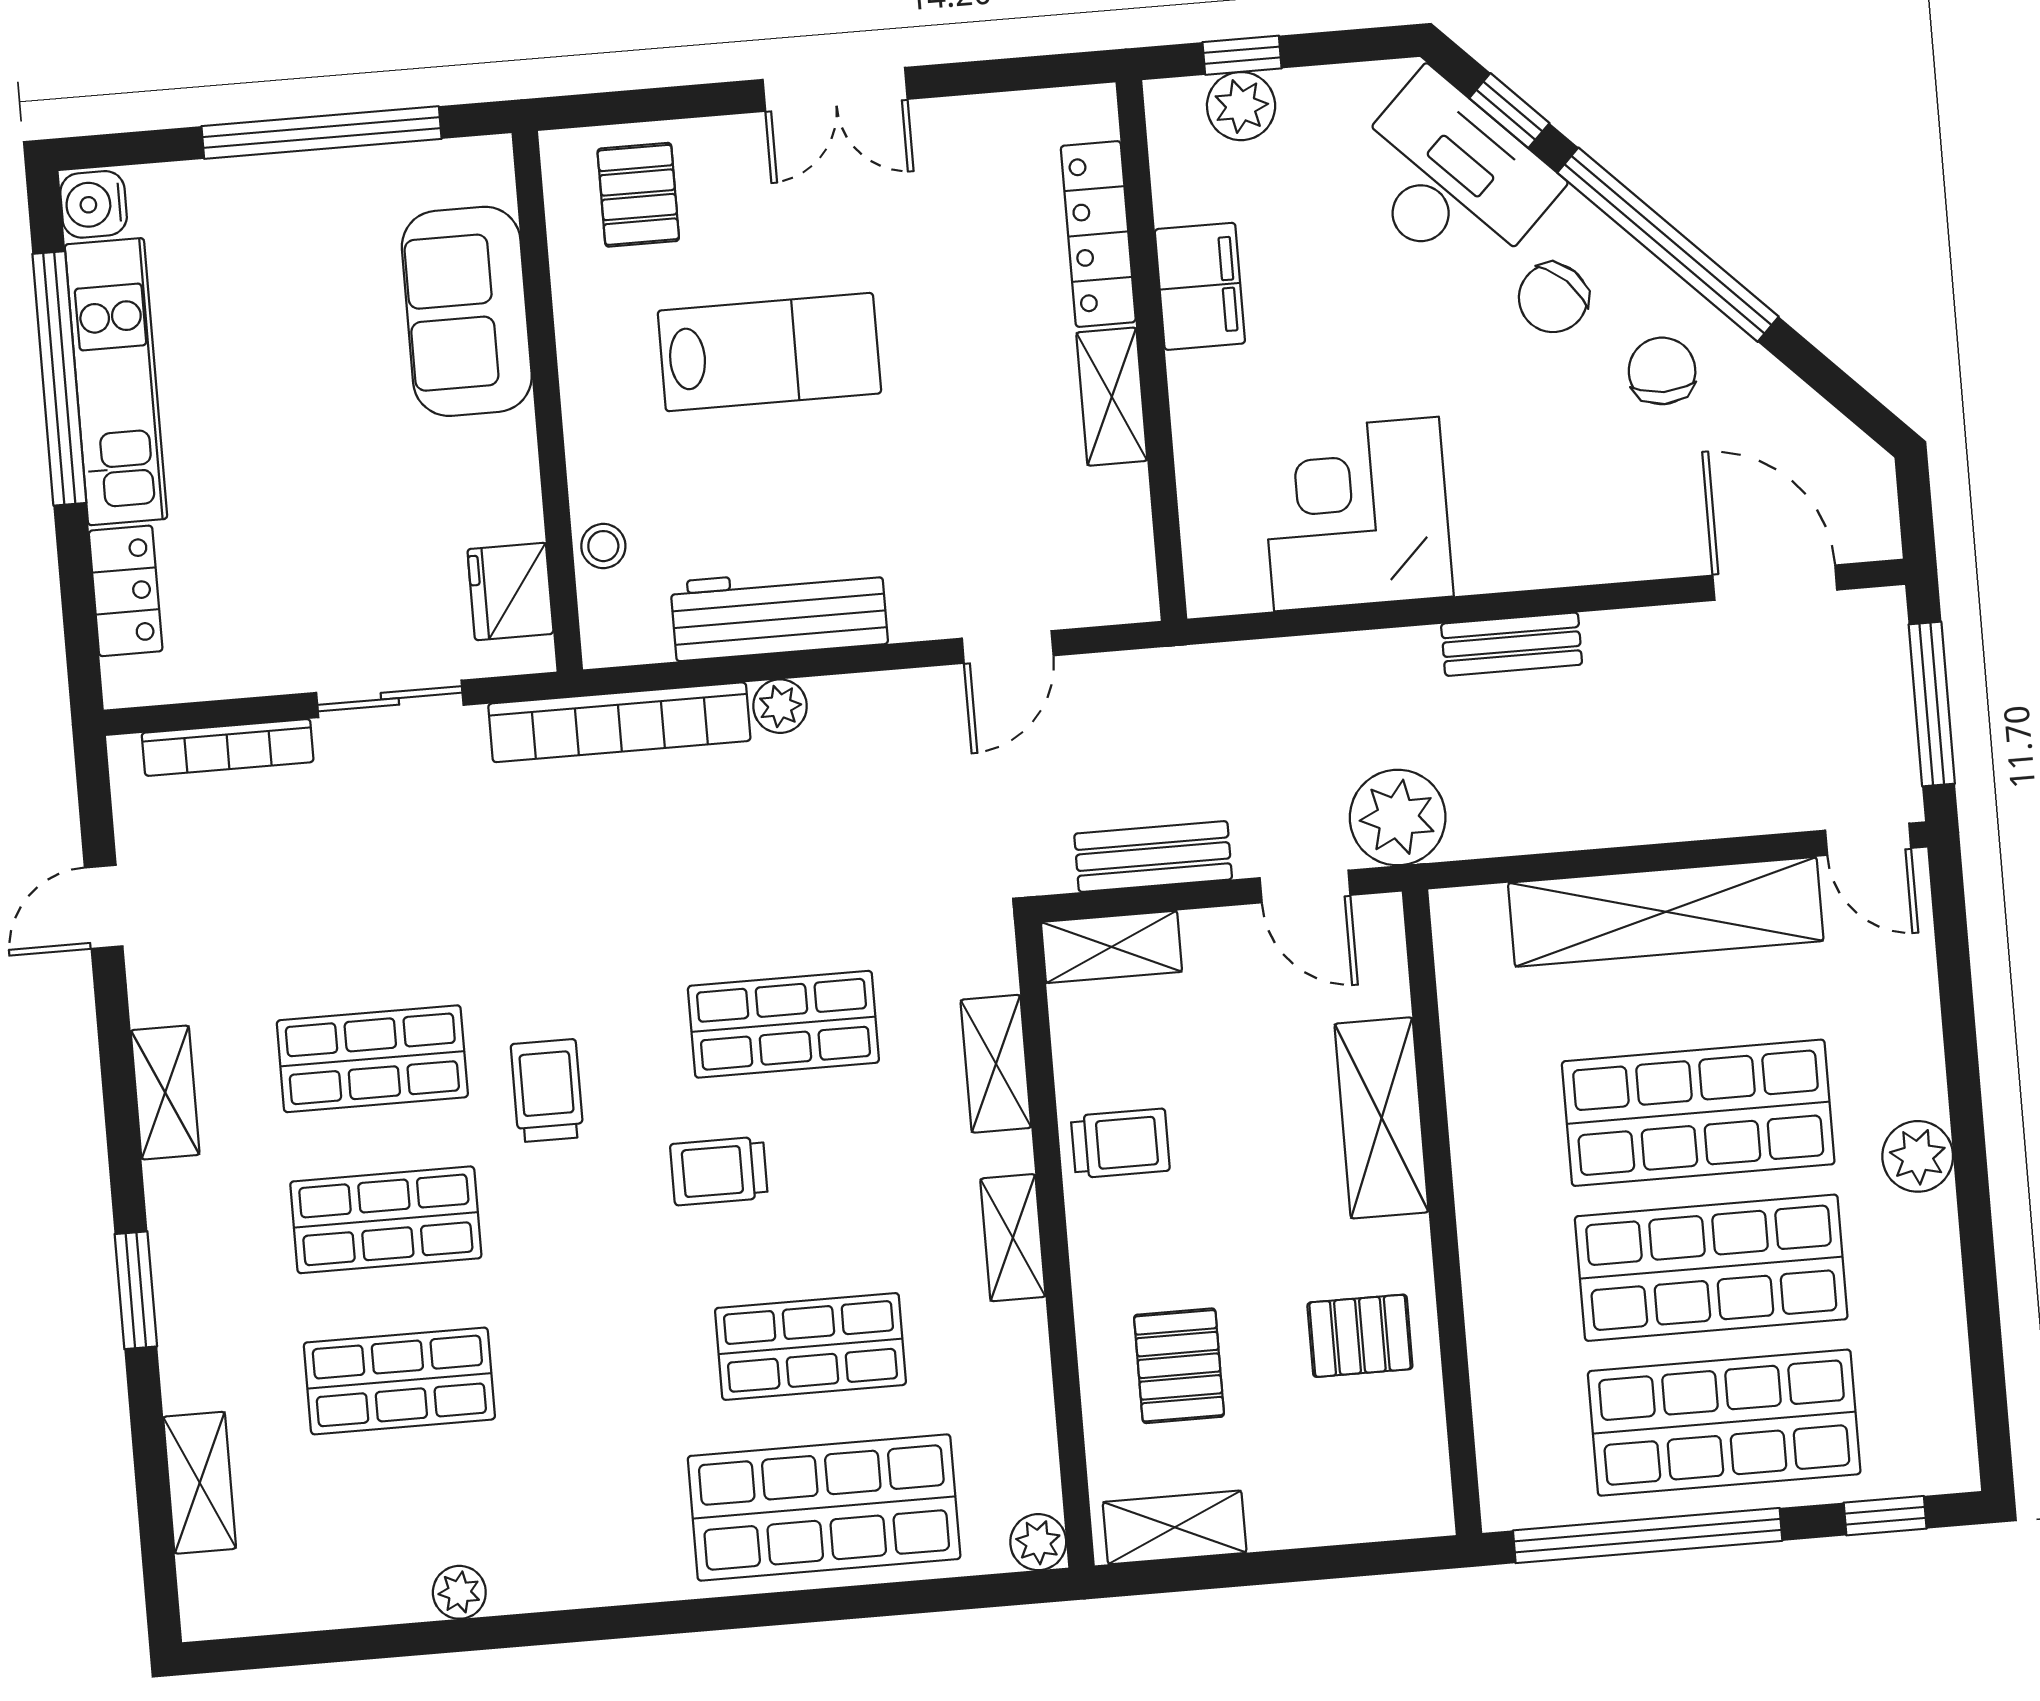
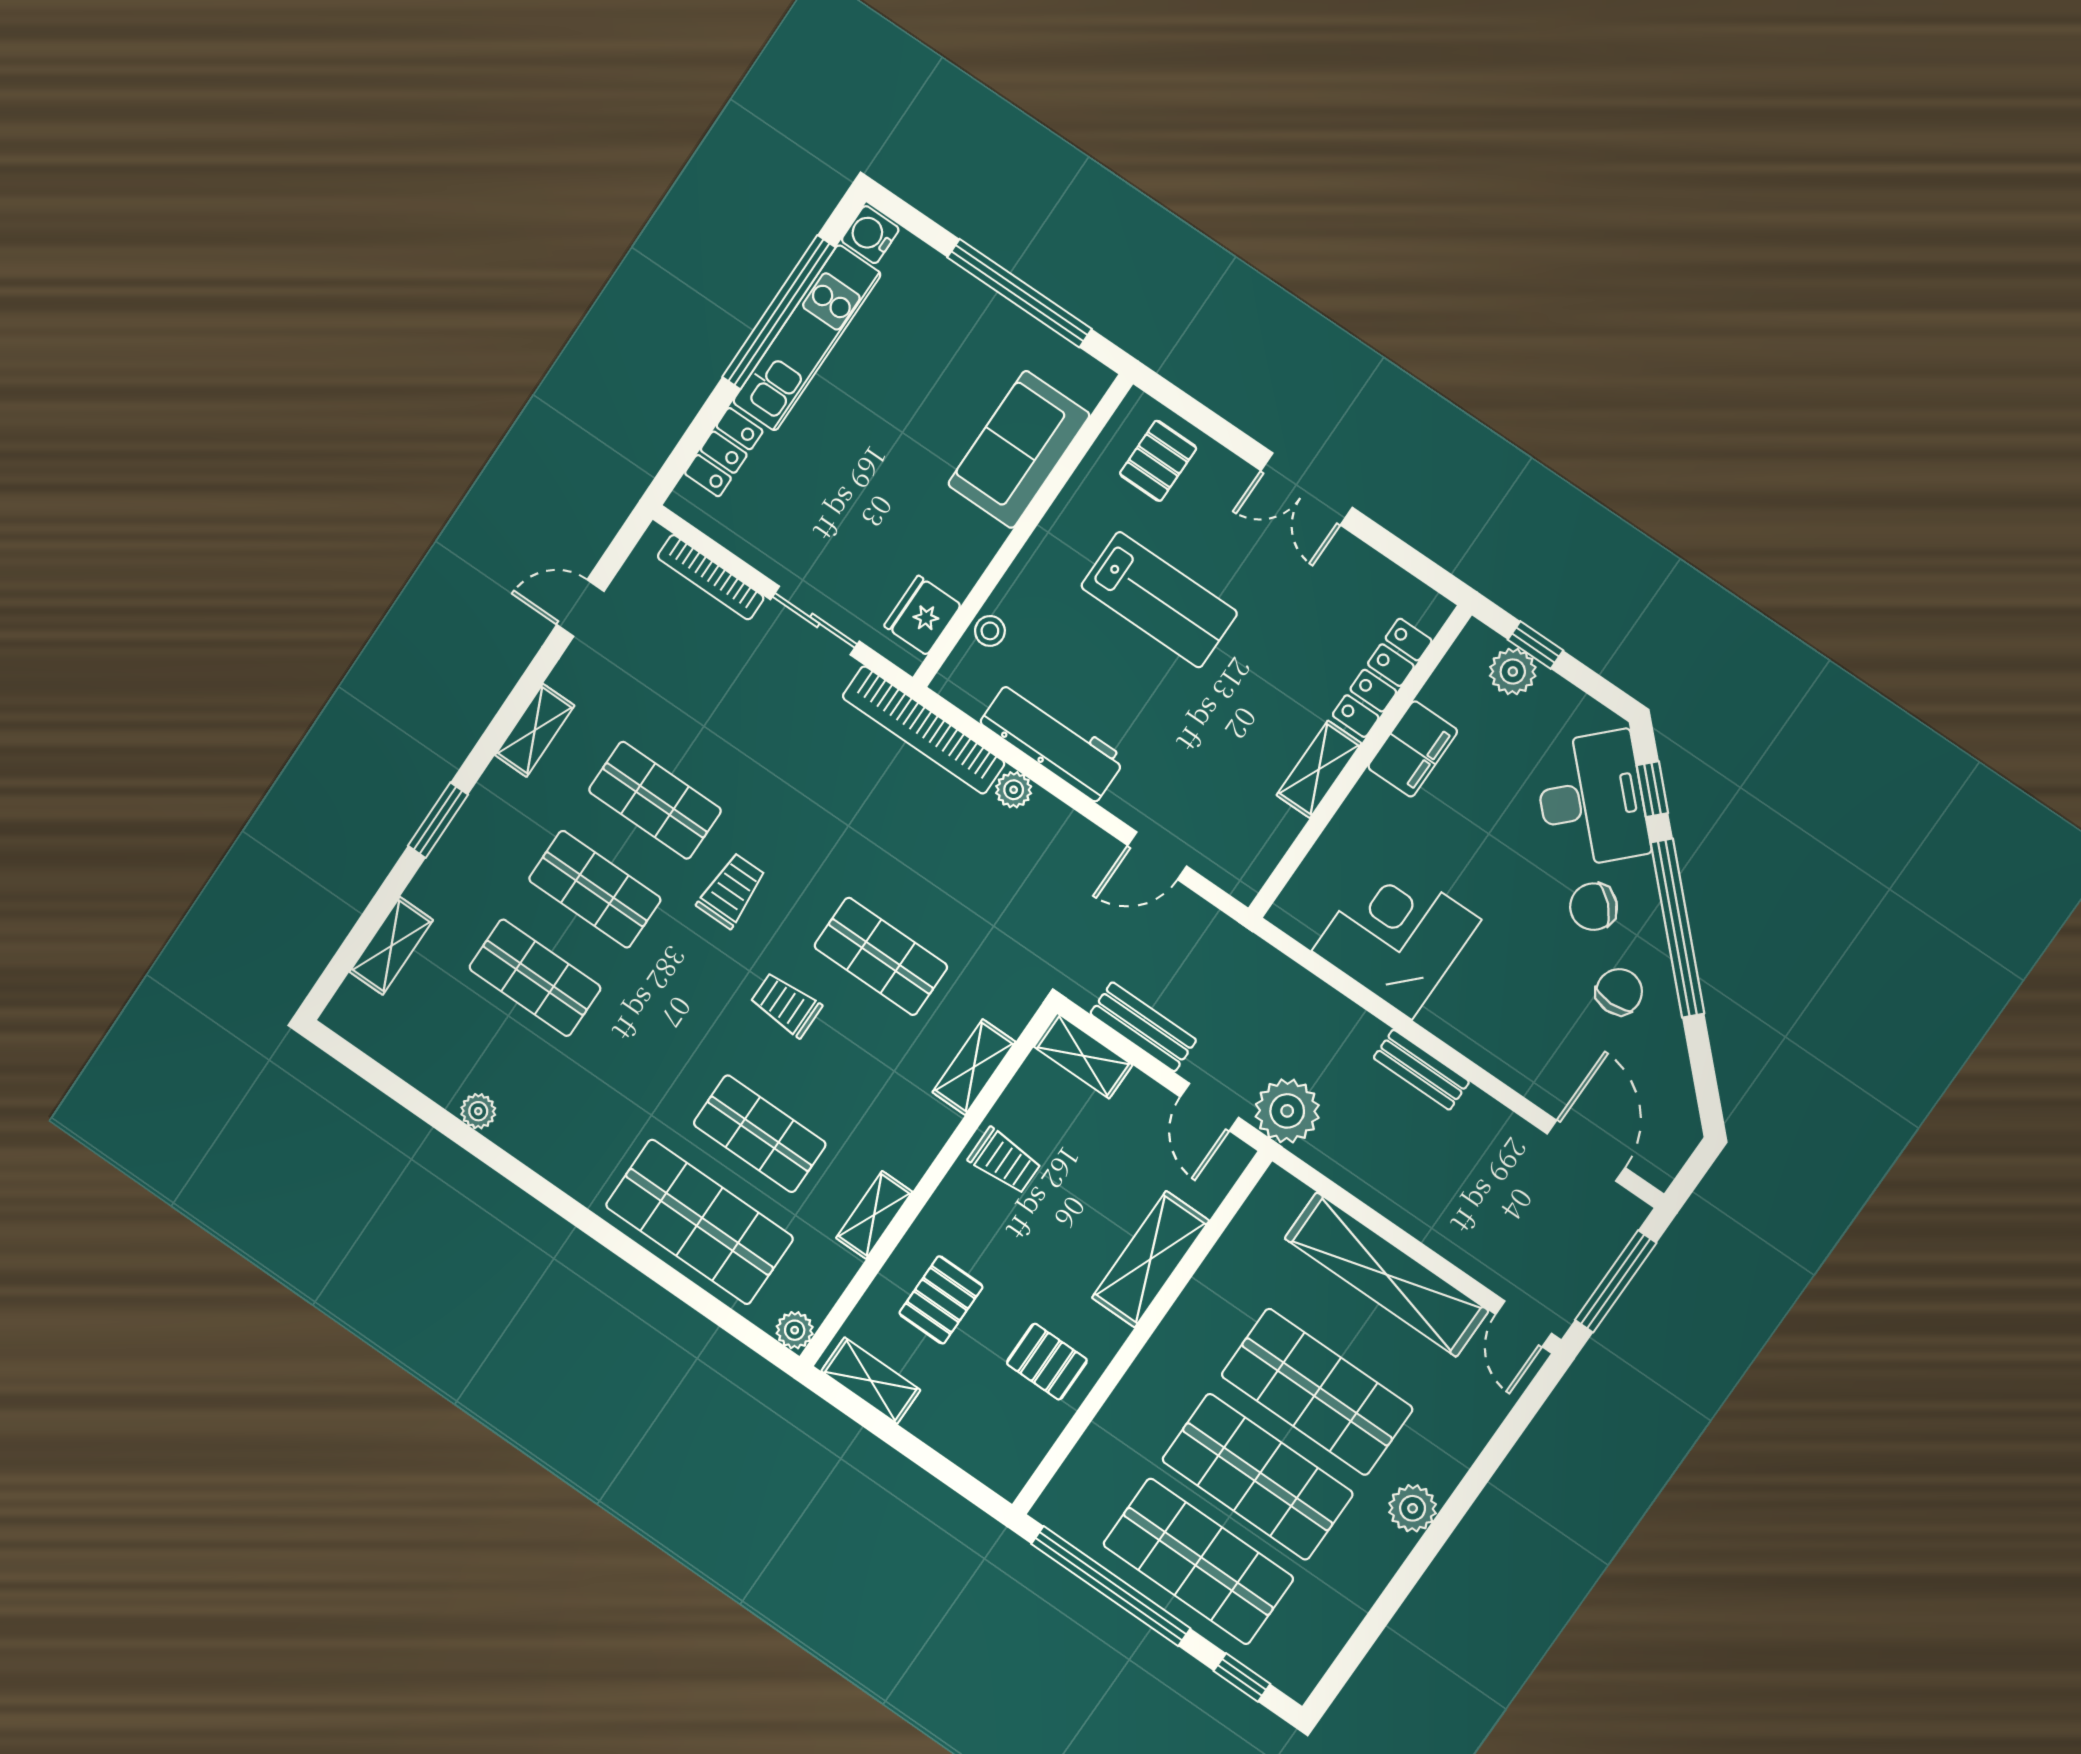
shelving: (1013, 1238) -> (874, 1215), moved

